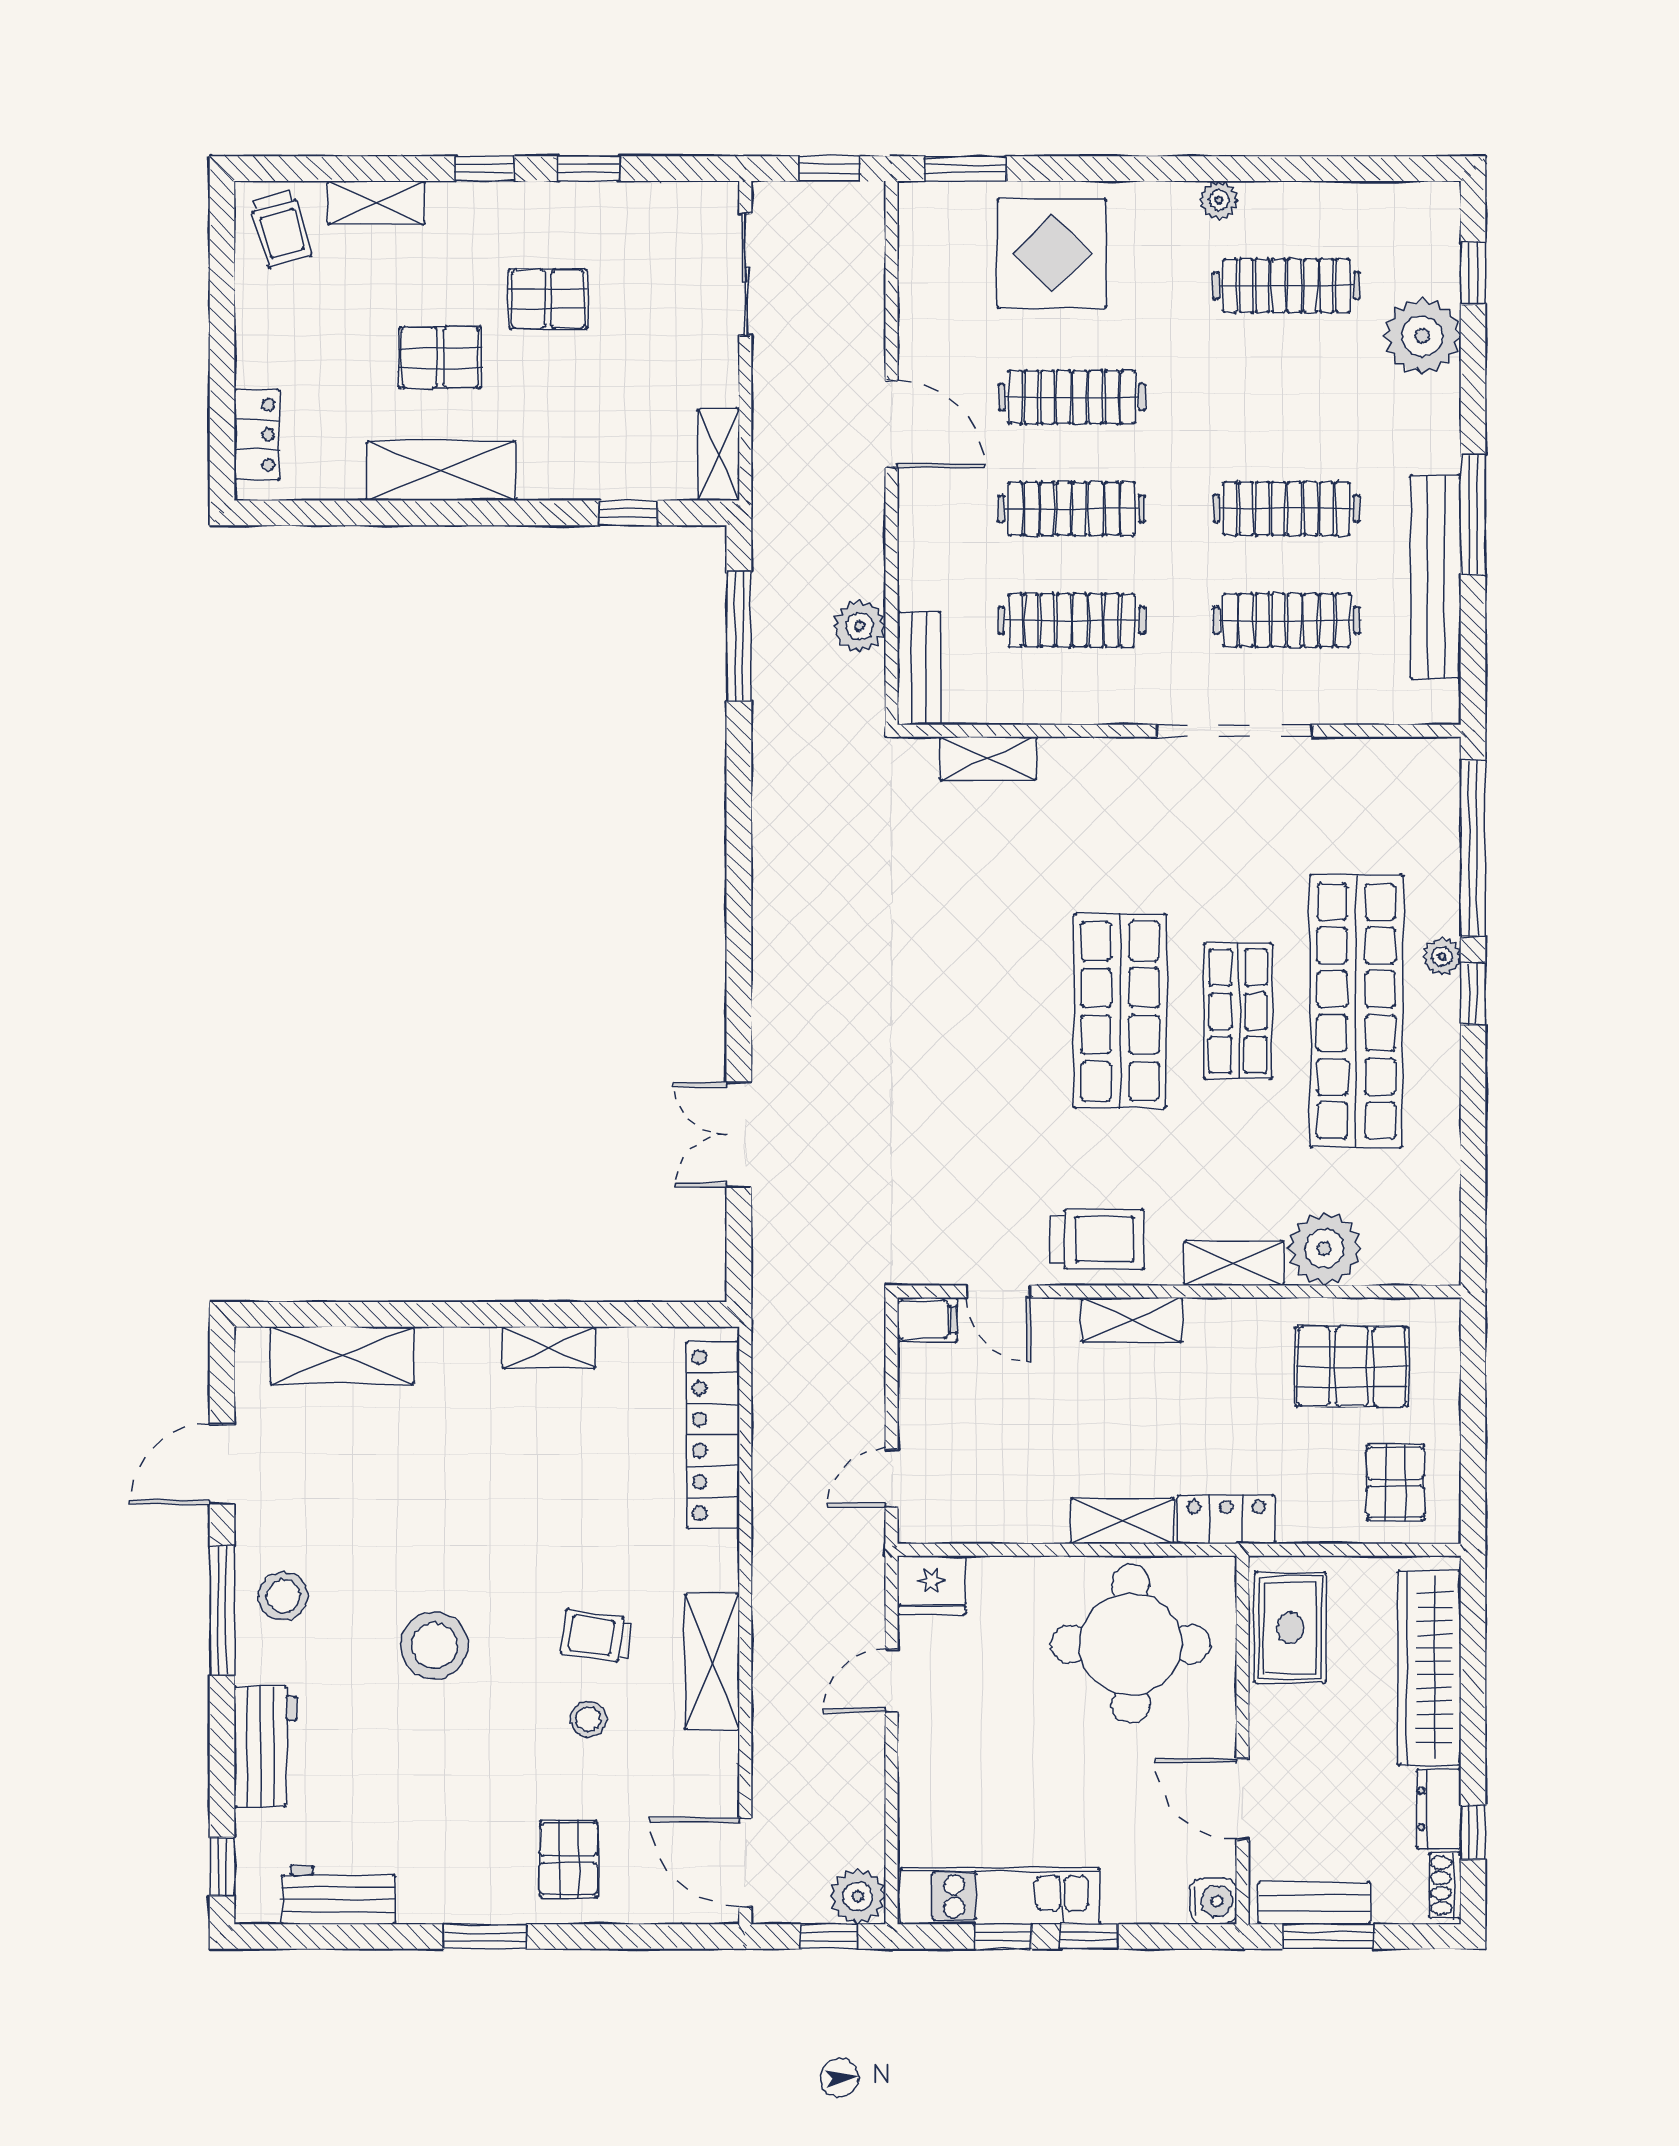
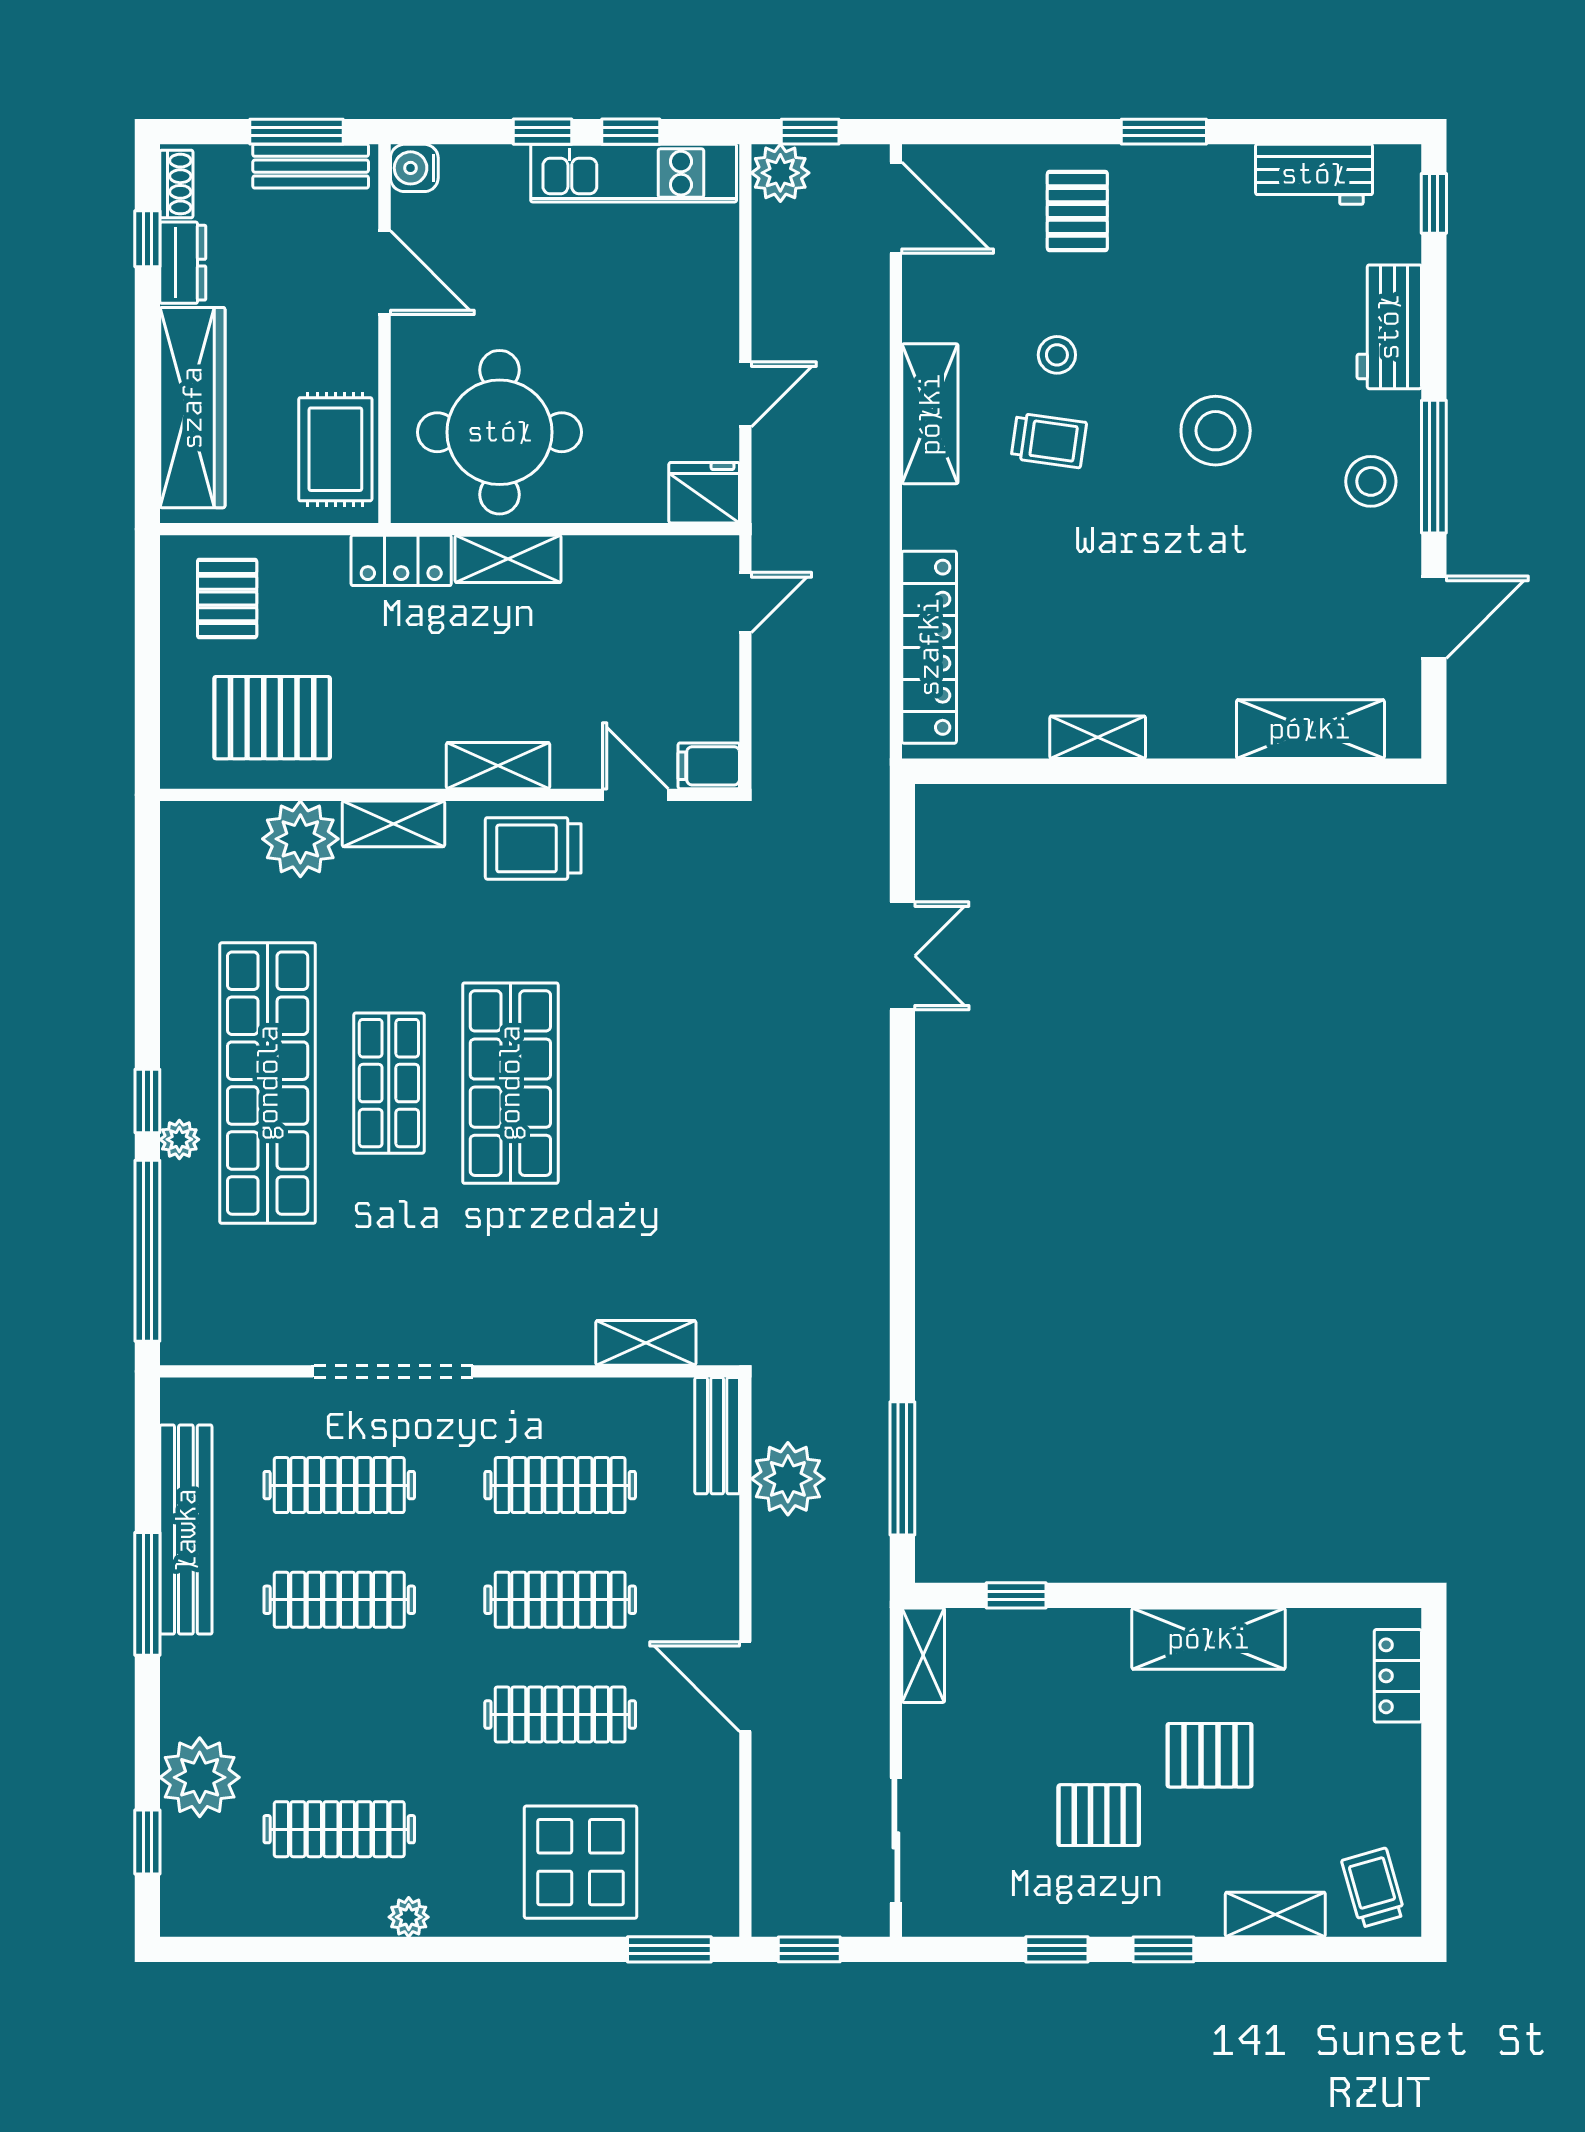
plant: (860, 626) -> (788, 1479), width x1.36, depth x1.36

